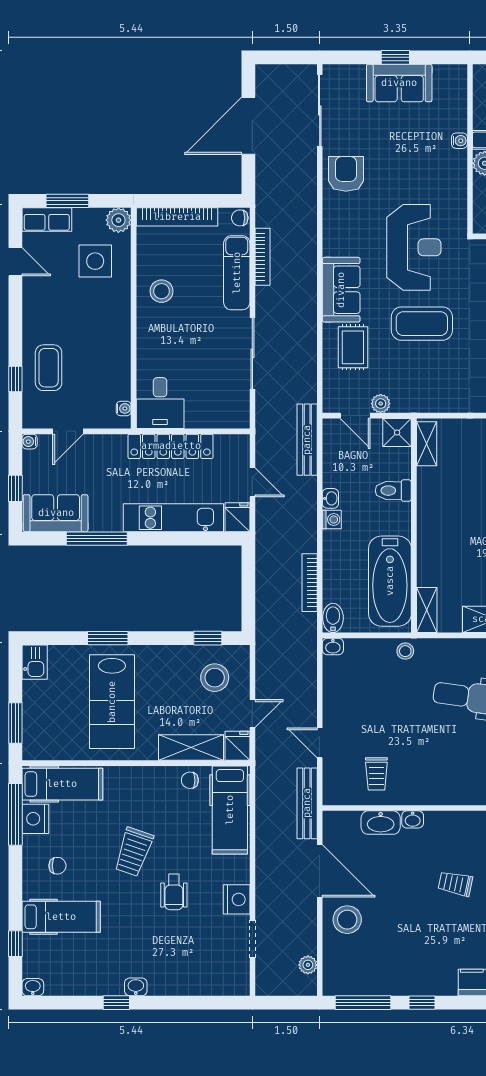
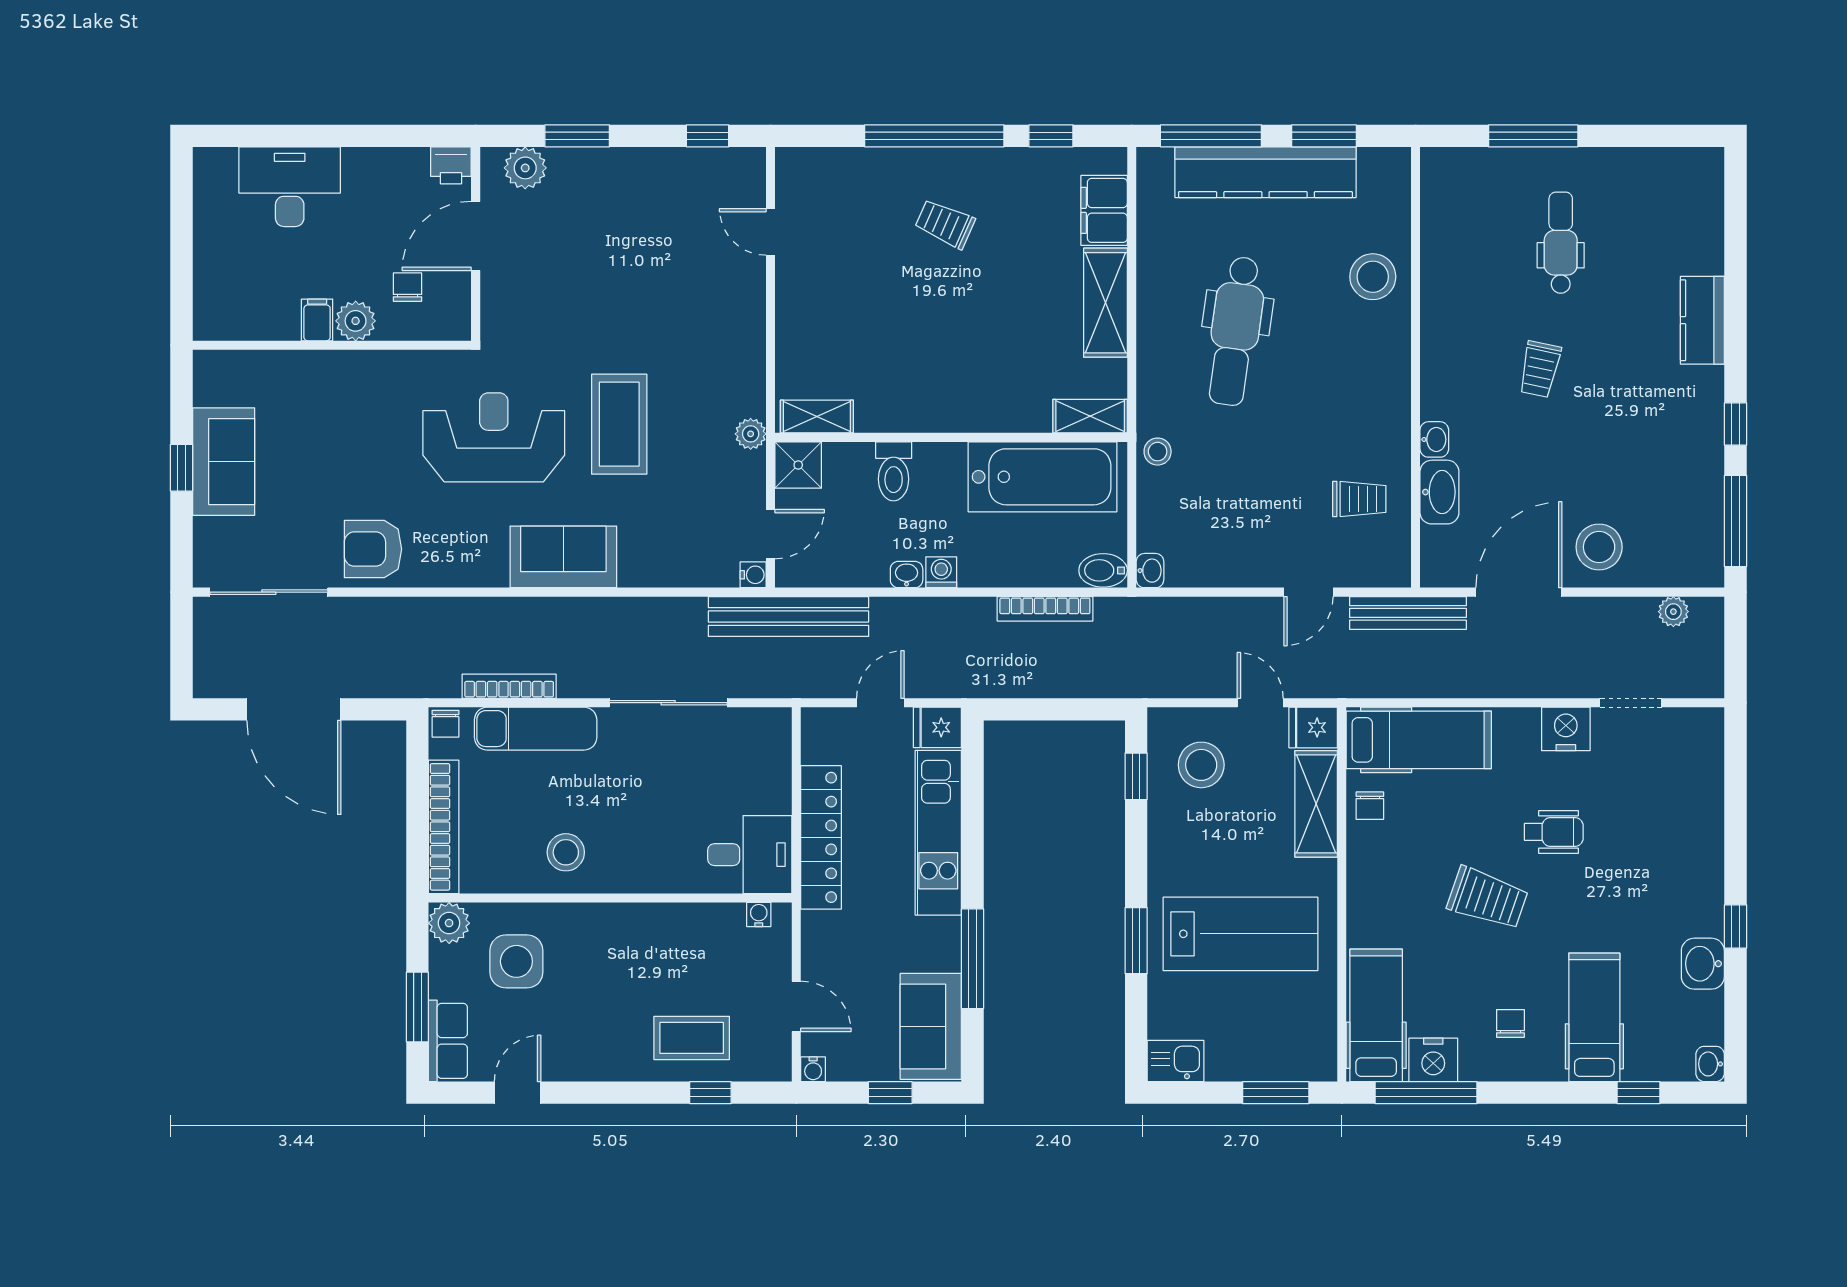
water cooler: (459, 141) -> (753, 575), moved, turned 90
rug: (353, 347) -> (658, 538), removed
plant: (381, 404) -> (751, 434), moved
bench: (307, 440) -> (788, 617), width x1.37, depth x1.21
washbasin: (136, 987) -> (1703, 964), moved, width x1.38, depth x1.45

